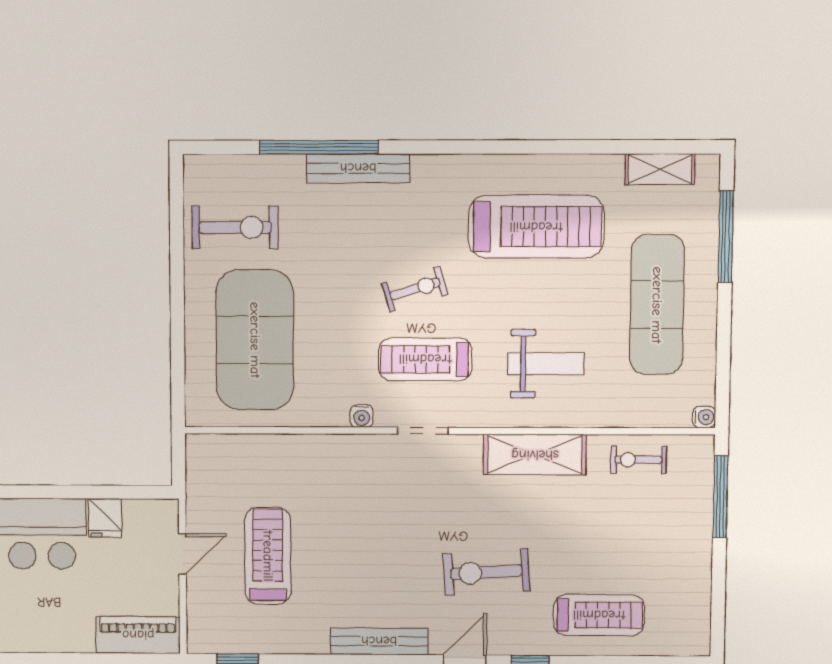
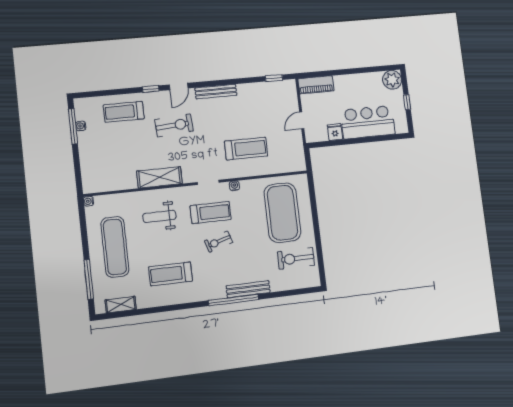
window: (319, 147) -> (233, 300), moved
treadmill: (536, 227) -> (171, 274), width x0.73, depth x0.73
exercise bike: (638, 460) -> (115, 180), removed
window: (720, 497) -> (73, 126), moved
treadmill: (268, 556) -> (246, 149), moved, turned -90
water cooler: (701, 592) -> (81, 126), added

